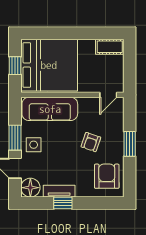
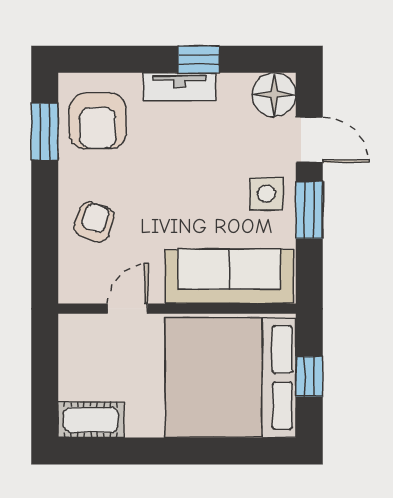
door: (108, 95) -> (128, 309), moved
armchair: (91, 142) -> (94, 222), moved
window: (130, 144) -> (45, 132), moved
tv unit: (59, 191) -> (179, 87), moved

